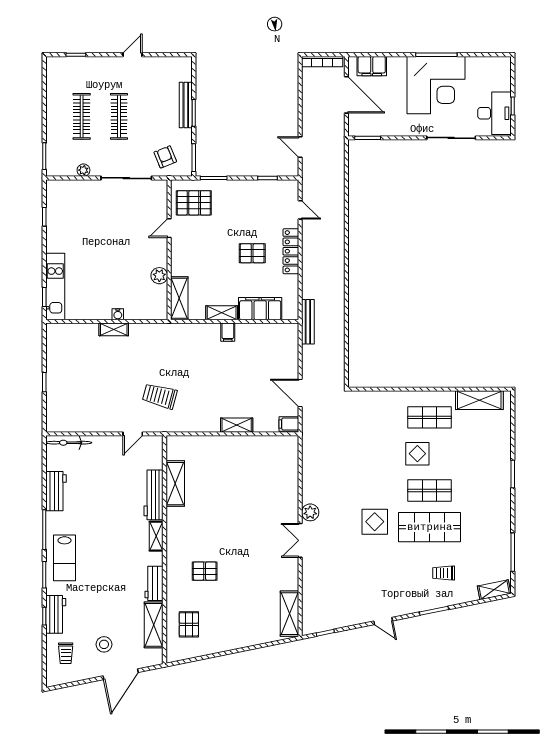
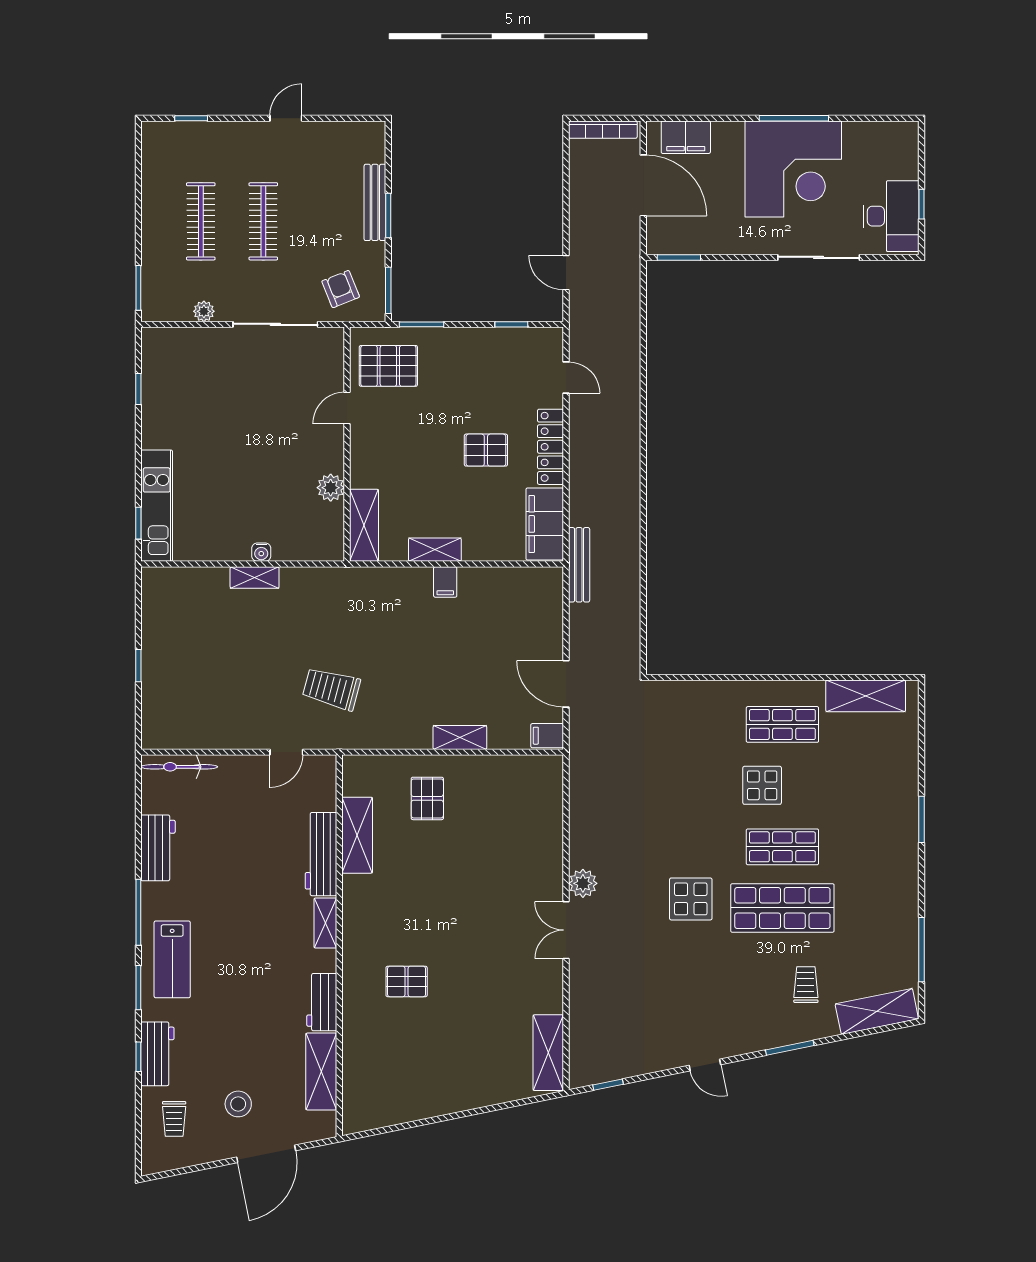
filing cabinet: (260, 309) -> (545, 524), moved, turned -90
trolley: (444, 573) -> (806, 985), turned 90
shelving: (494, 590) -> (877, 1011), width x1.50, depth x1.33
pallet: (189, 624) -> (427, 798), moved

